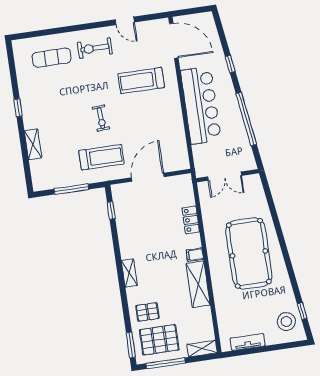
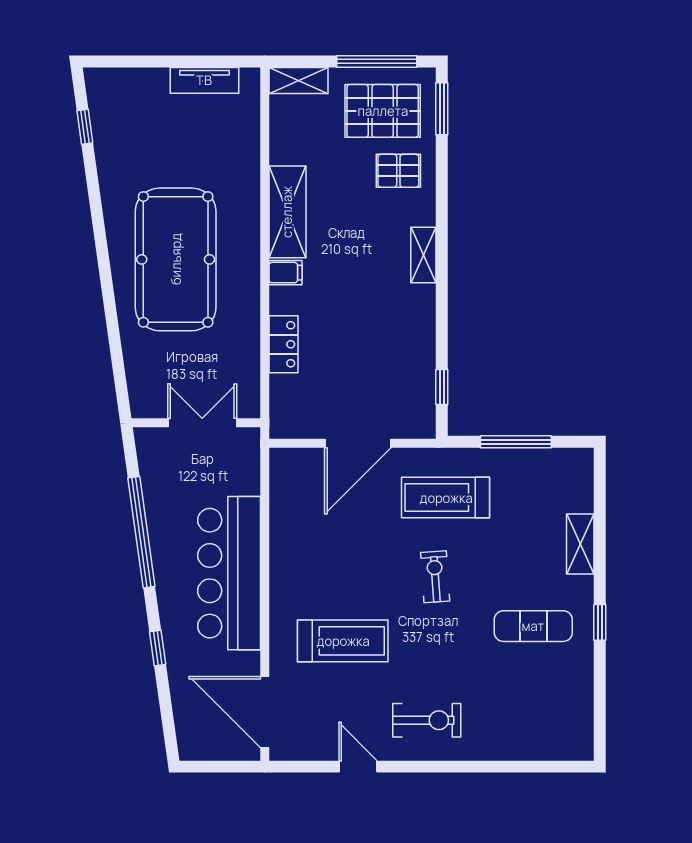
exercise mat: (52, 58) -> (533, 626), moved
stool: (286, 321) -> (120, 110), removed

